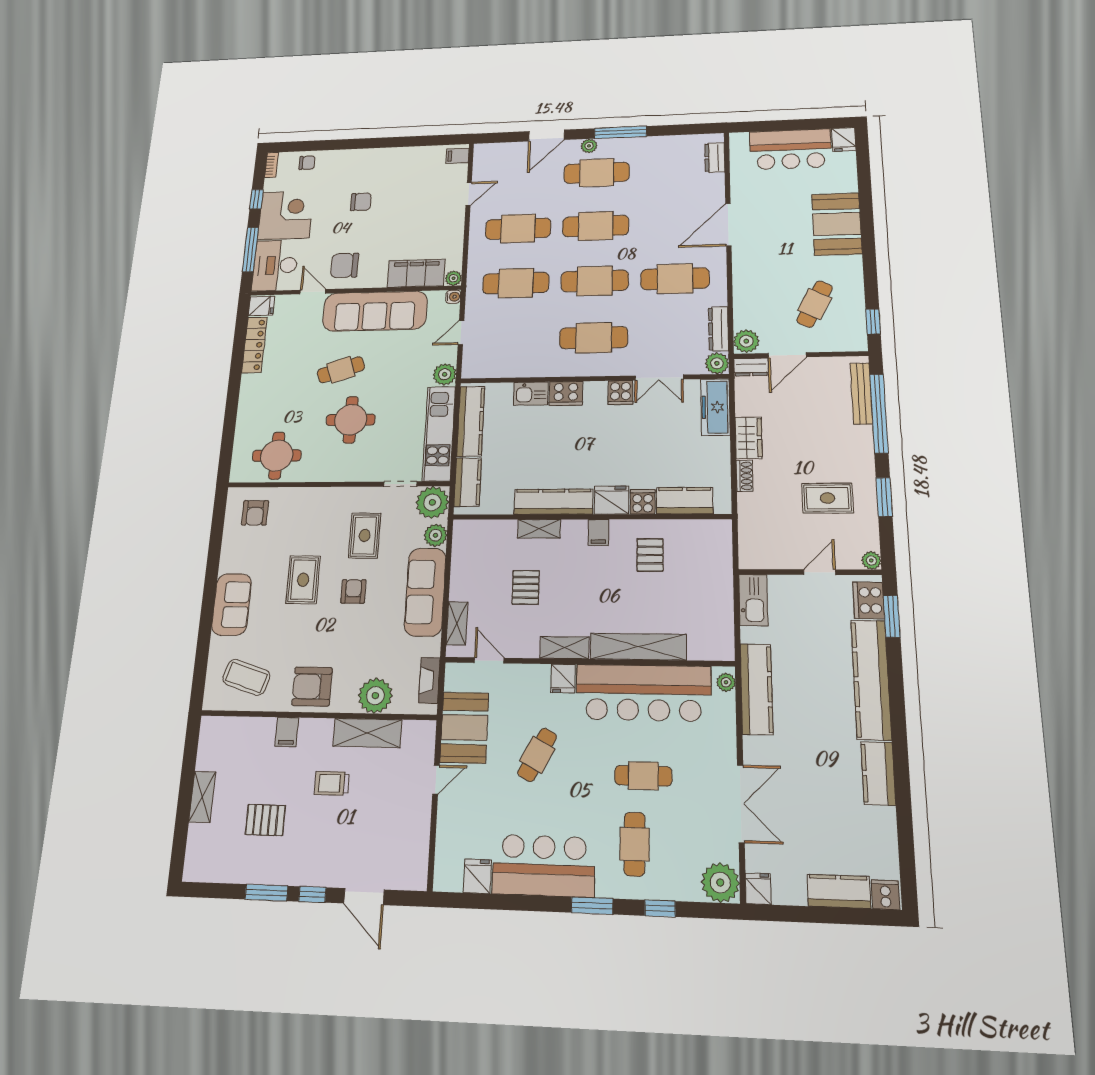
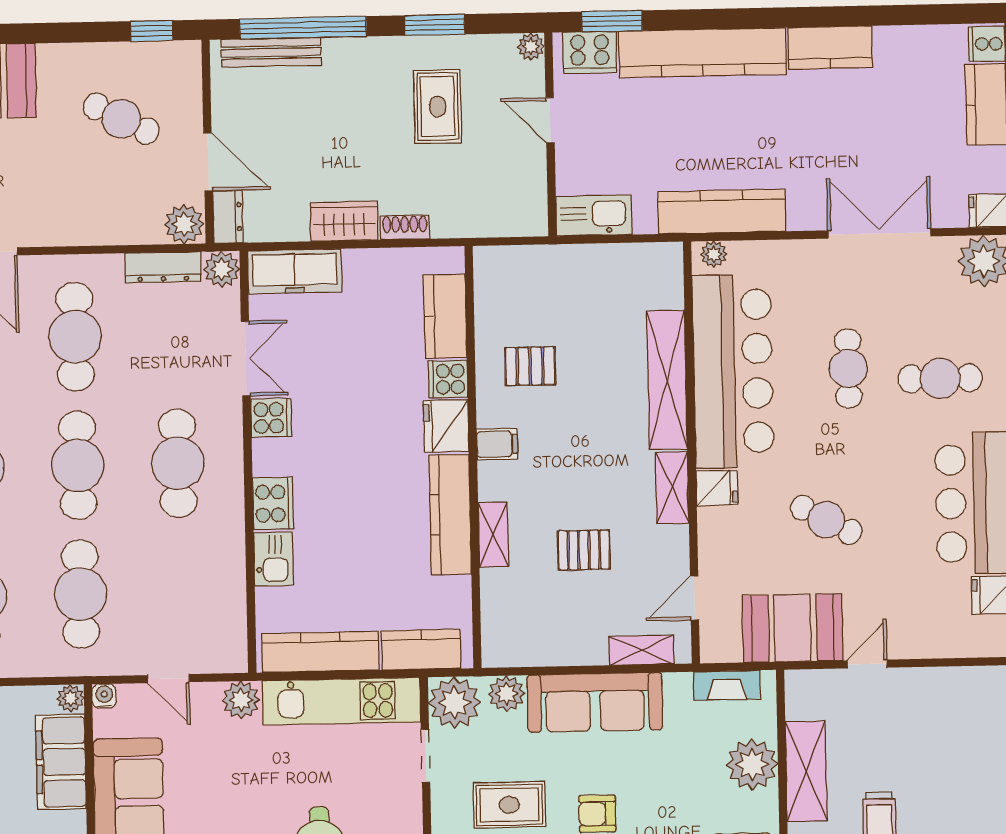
door: (436, 780) -> (867, 664), hinge flipped

